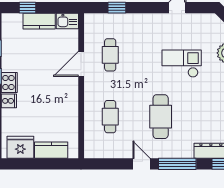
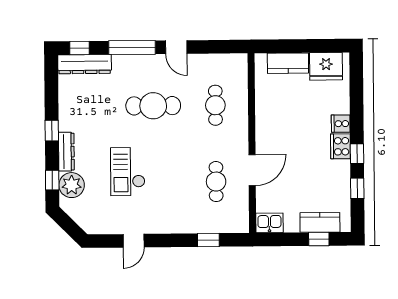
kitchen counter: (39, 21) -> (320, 222), moved
checkout: (182, 64) -> (128, 172), turned 90
cafe table: (161, 117) -> (153, 106), turned 90

